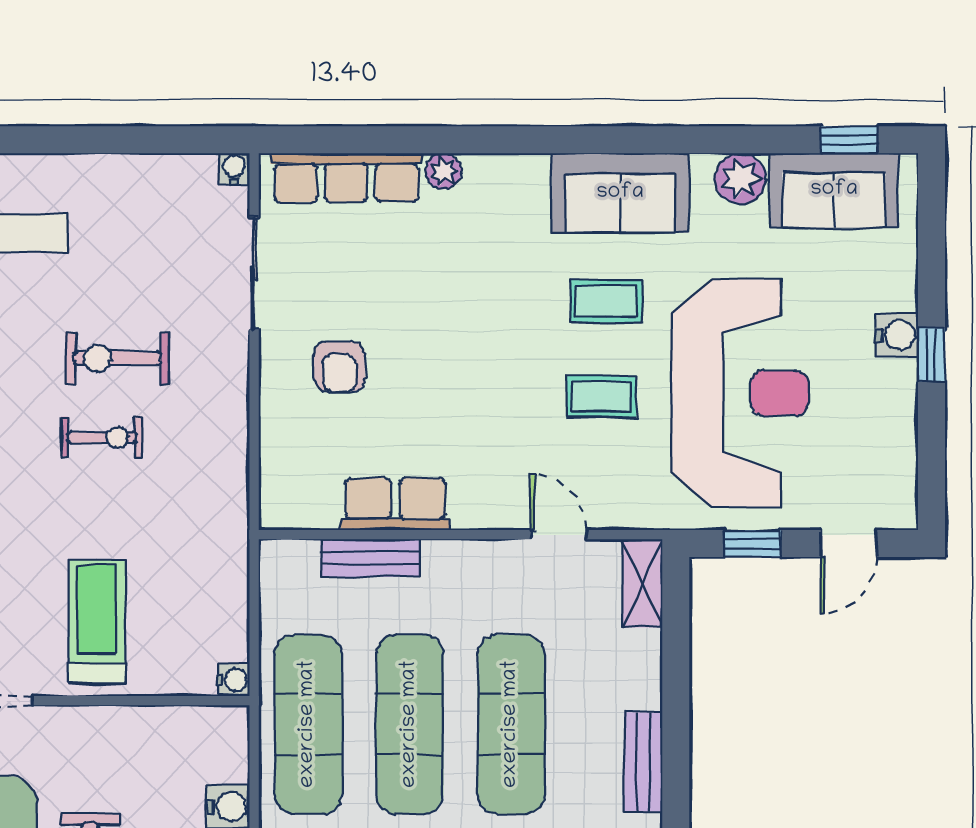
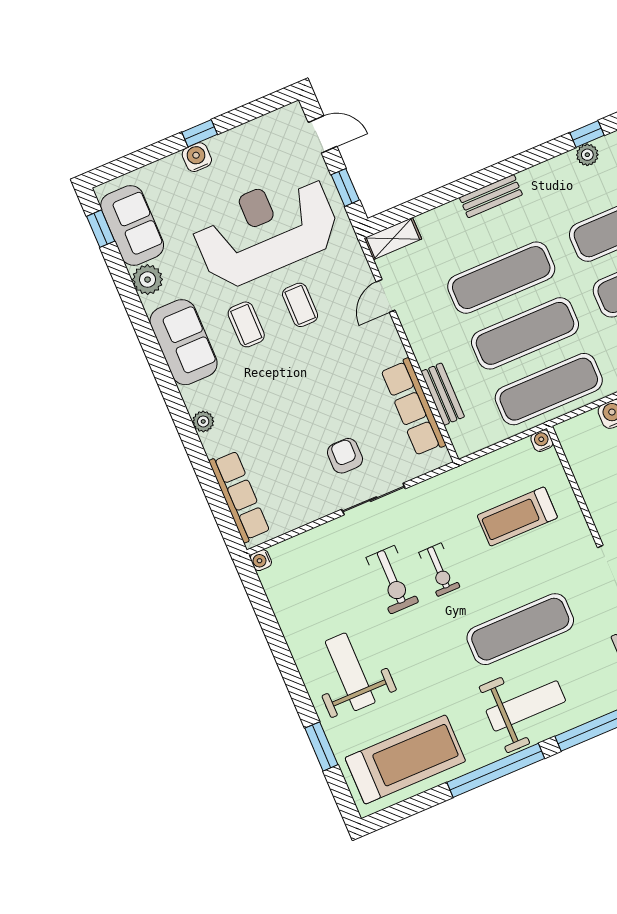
plant: (443, 171) -> (203, 421), moved
sliding door: (254, 273) -> (374, 499), moved
armchair: (339, 367) -> (345, 456), turned -90
exercise bike: (102, 437) -> (439, 570), turned 180
row of seats: (395, 504) -> (413, 407), width x1.48
treadmill: (97, 621) -> (517, 517), moved

